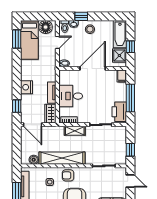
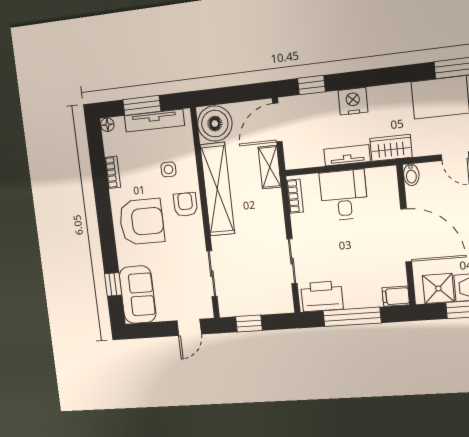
wardrobe: (50, 114) -> (391, 148), moved
shelving: (75, 131) -> (270, 167), moved
boiler: (34, 160) -> (215, 124), width x1.86, depth x1.86

